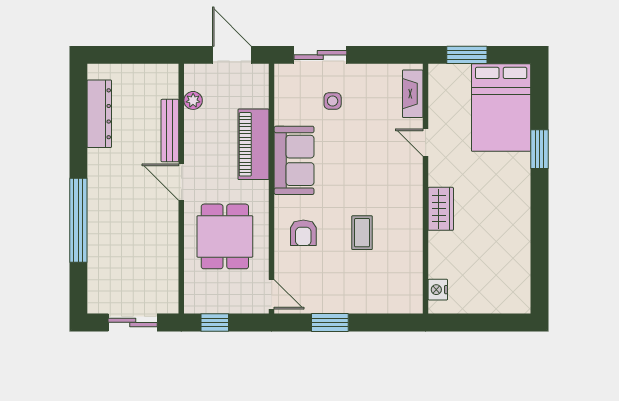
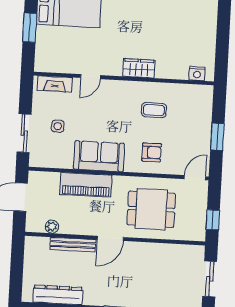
fireplace: (413, 94) -> (55, 84), moved
door: (426, 142) -> (90, 77), moved
wall: (426, 189) -> (124, 78), moved
wardrobe: (441, 209) -> (139, 68), moved
nightstand: (438, 290) -> (197, 73), moved

